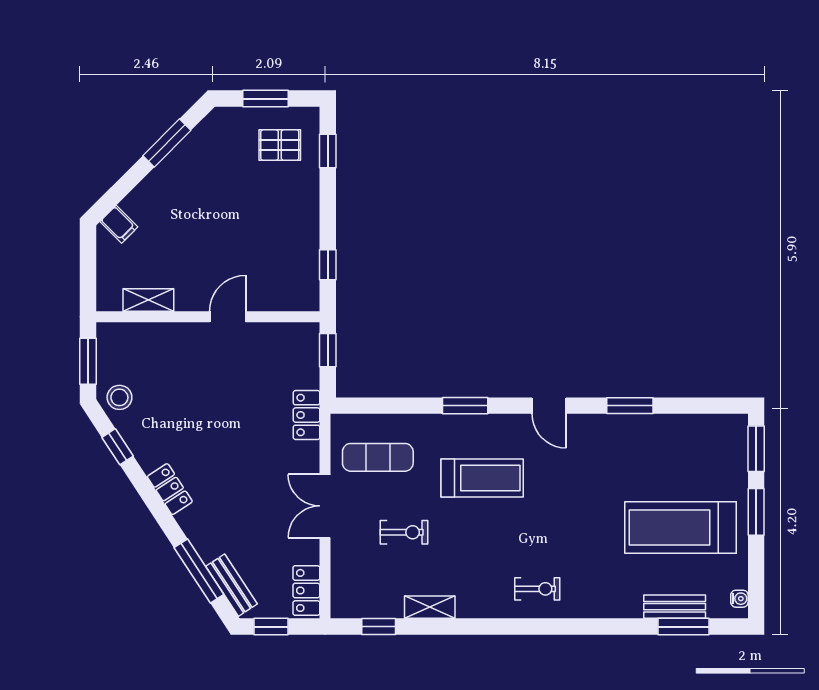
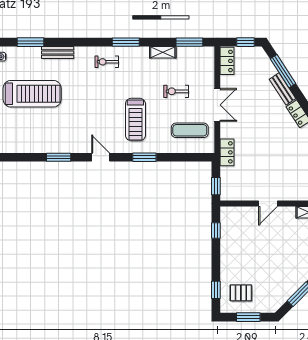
treadmill: (482, 478) -> (135, 120), turned -90
bench: (231, 585) -> (282, 89), moved
bench: (675, 607) -> (58, 53), moved
window: (379, 627) -> (189, 42), width x1.50
window: (501, 627) -> (126, 42), added

